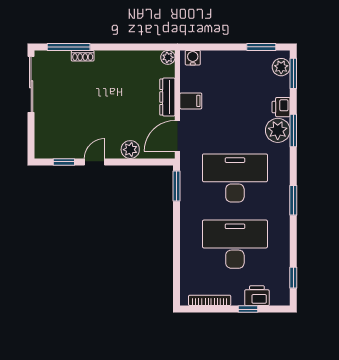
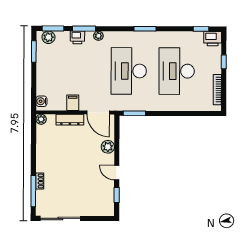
plant: (278, 130) -> (98, 36), width x0.53, depth x0.53
window: (293, 131) -> (84, 29), moved
printer: (257, 296) -> (213, 39), moved, turned -90

